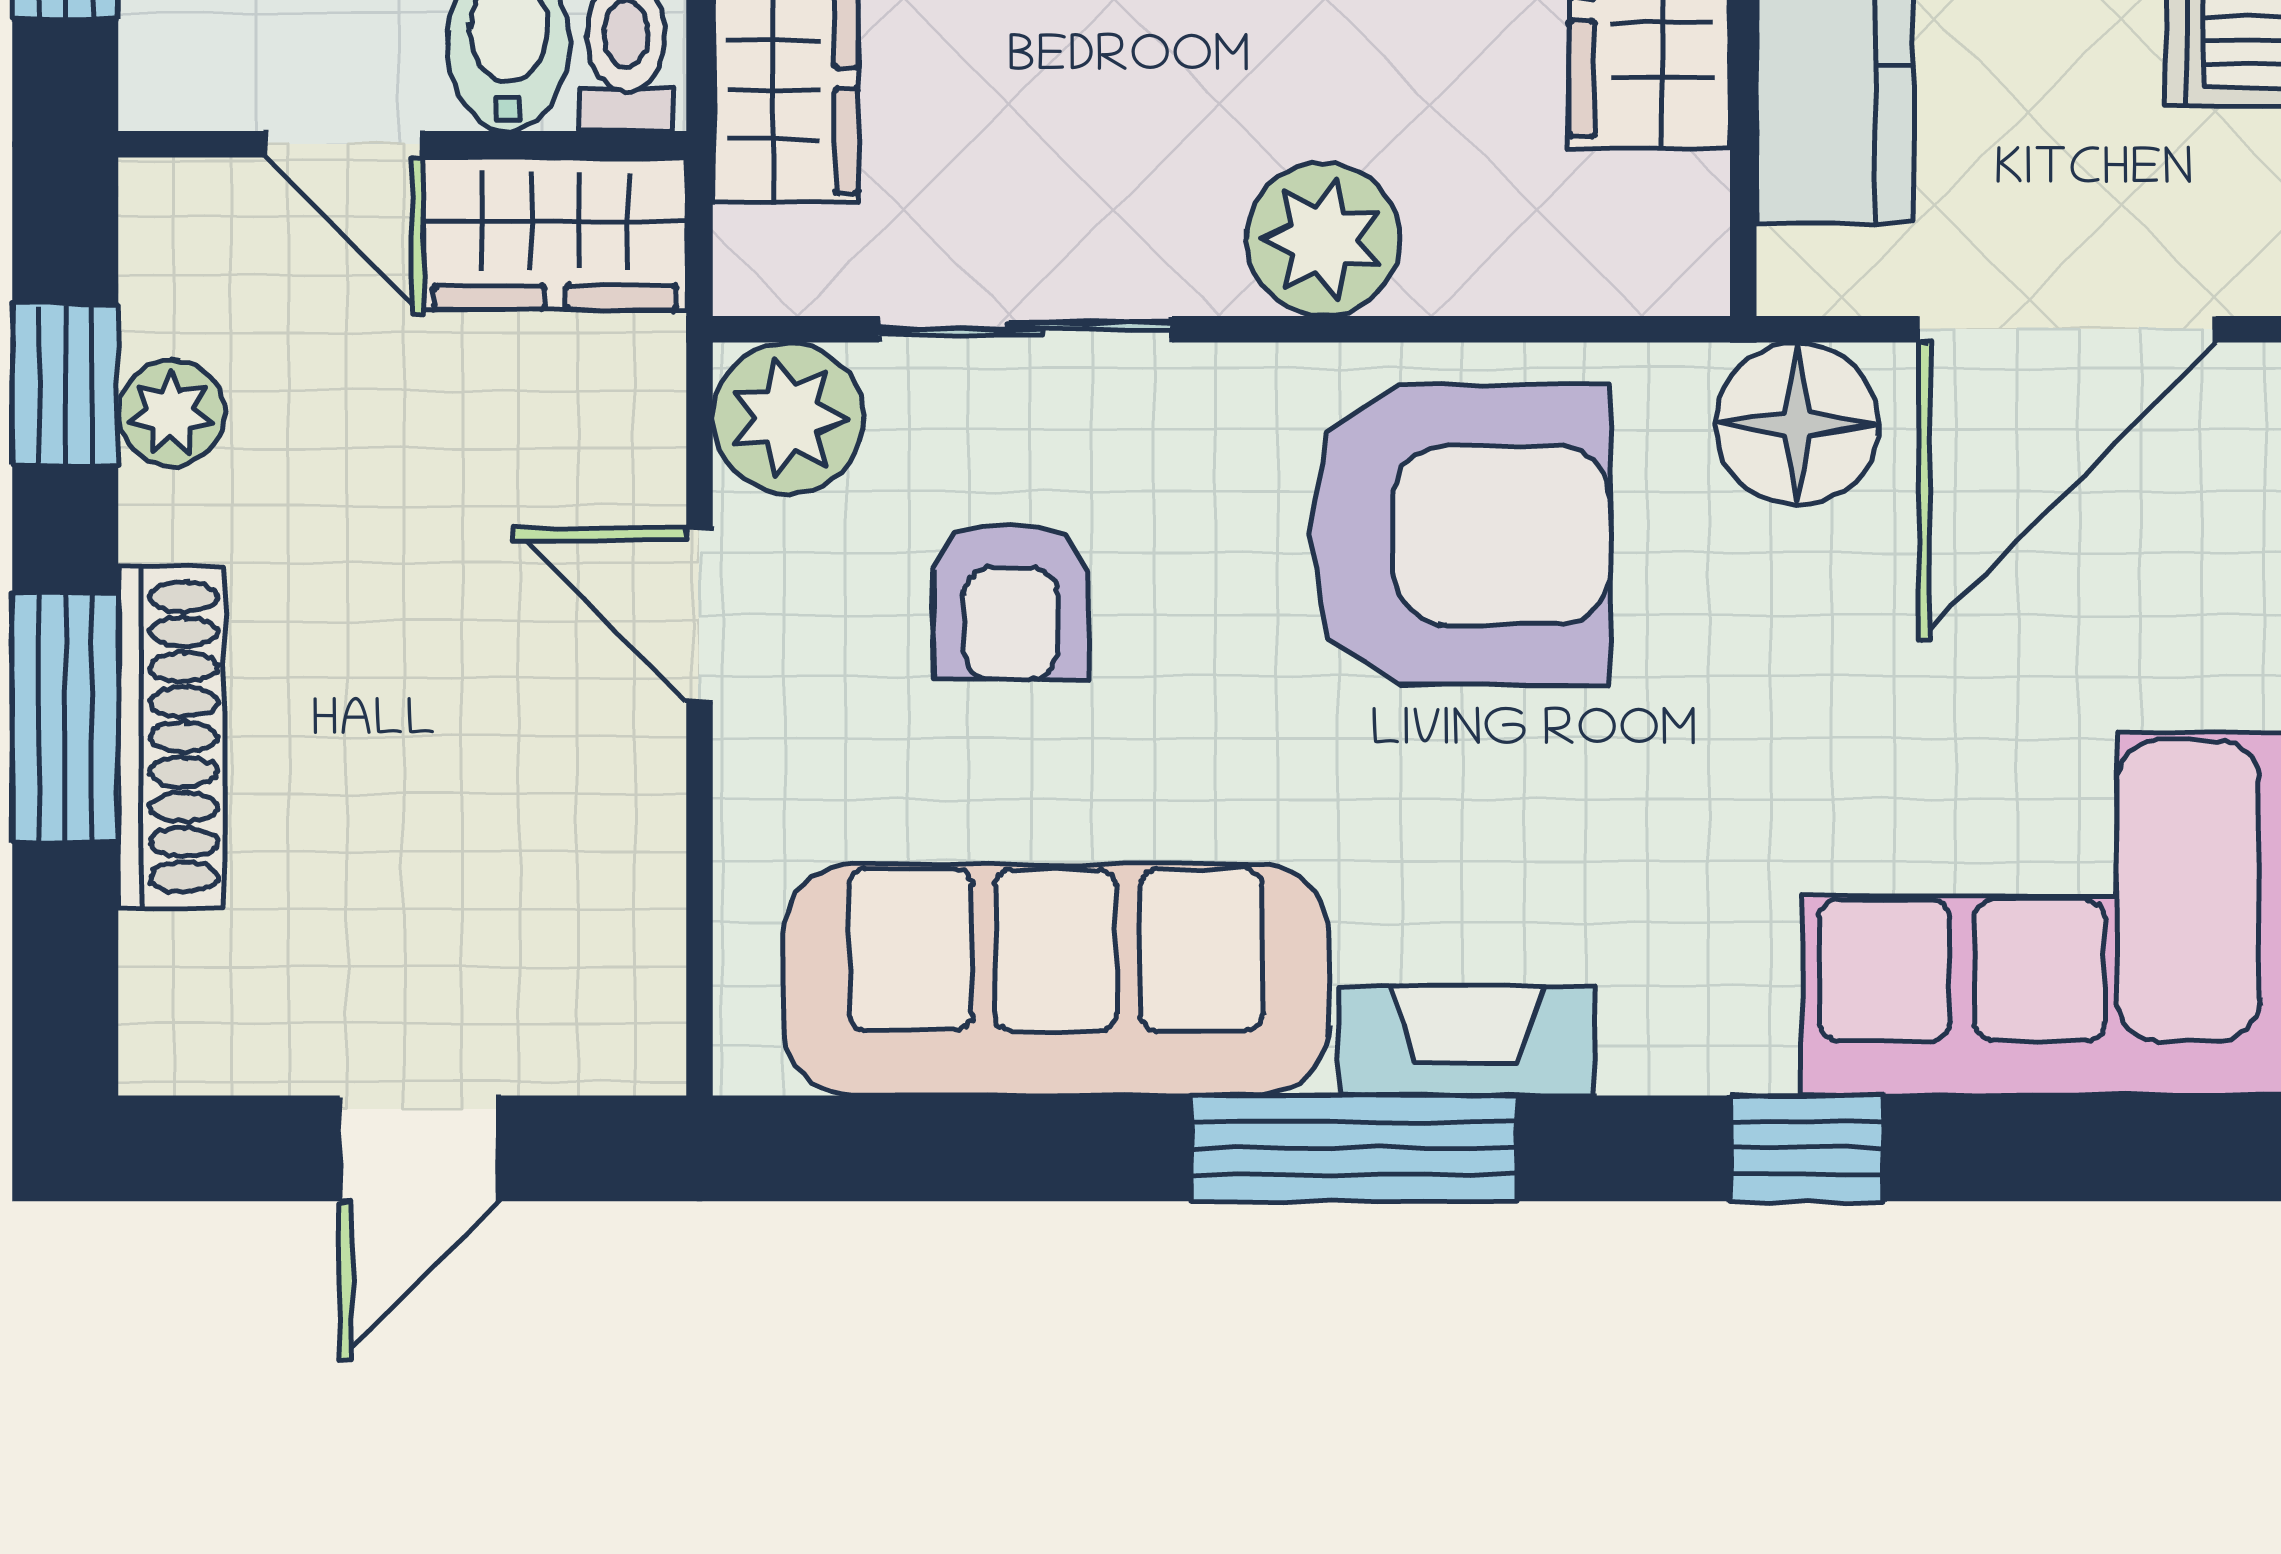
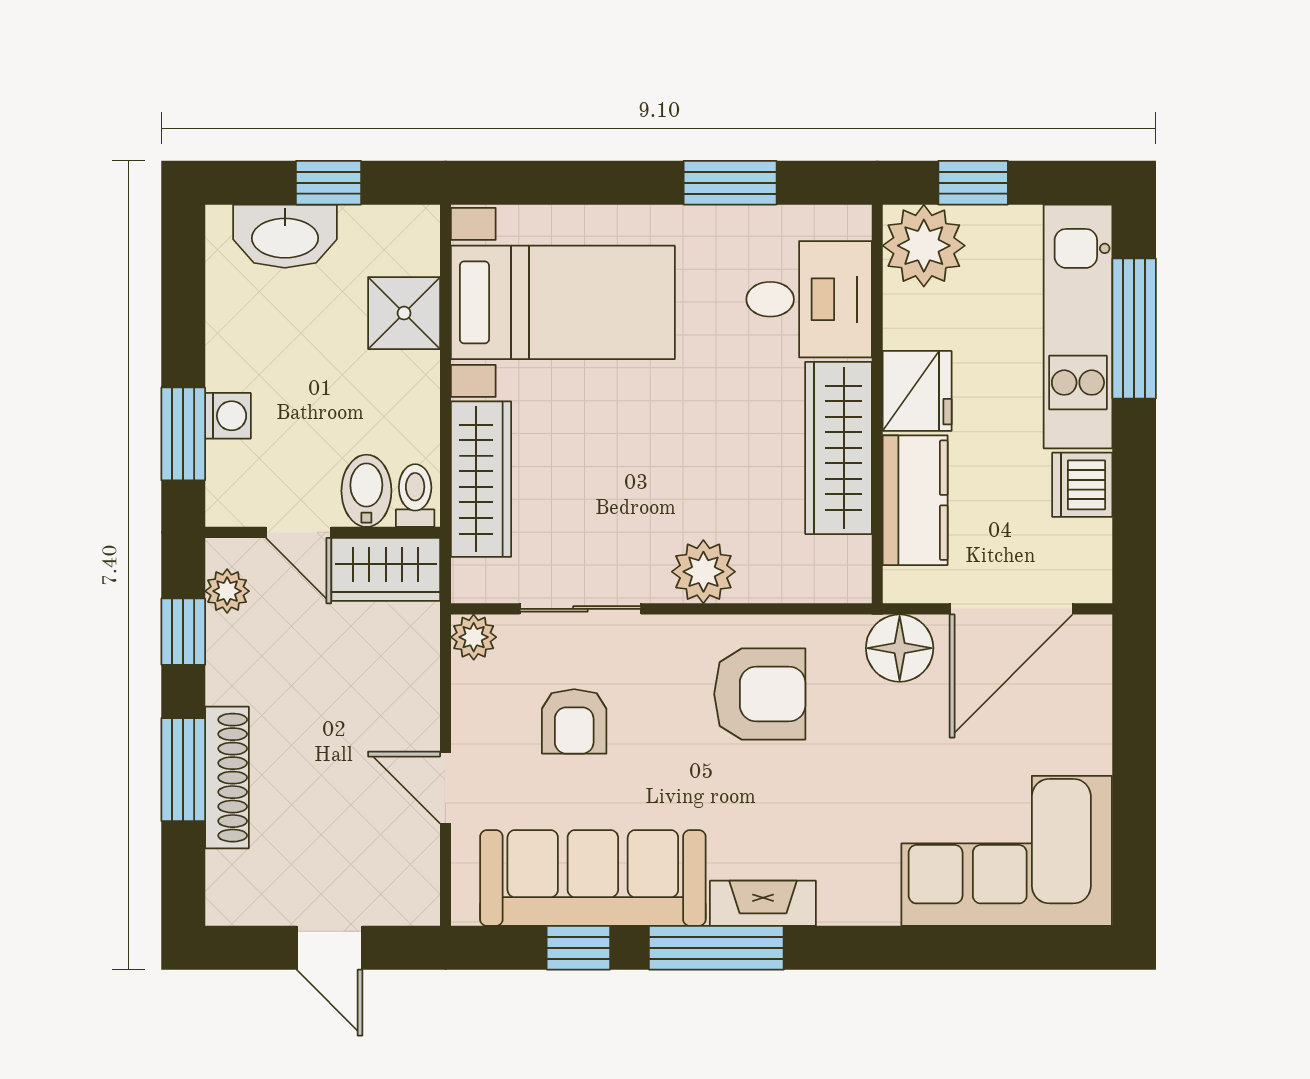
plant: (171, 413) -> (227, 591), moved
plant: (788, 418) -> (474, 637), width x0.73, depth x0.73
armchair: (1459, 535) -> (760, 694), width x0.73, depth x0.73
door: (699, 615) -> (445, 788), moved
door: (419, 1148) -> (330, 948), hinge flipped
window: (1807, 1148) -> (578, 948), moved

